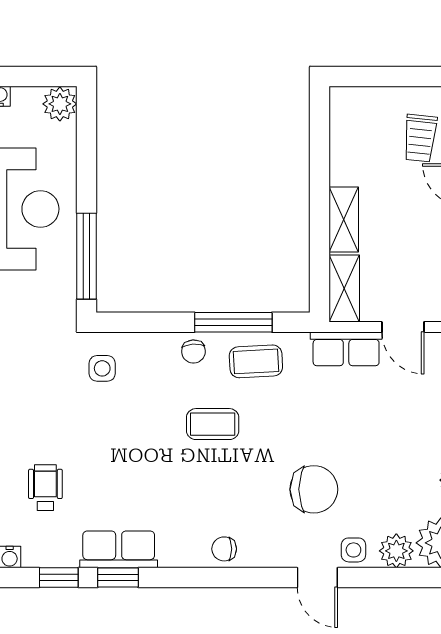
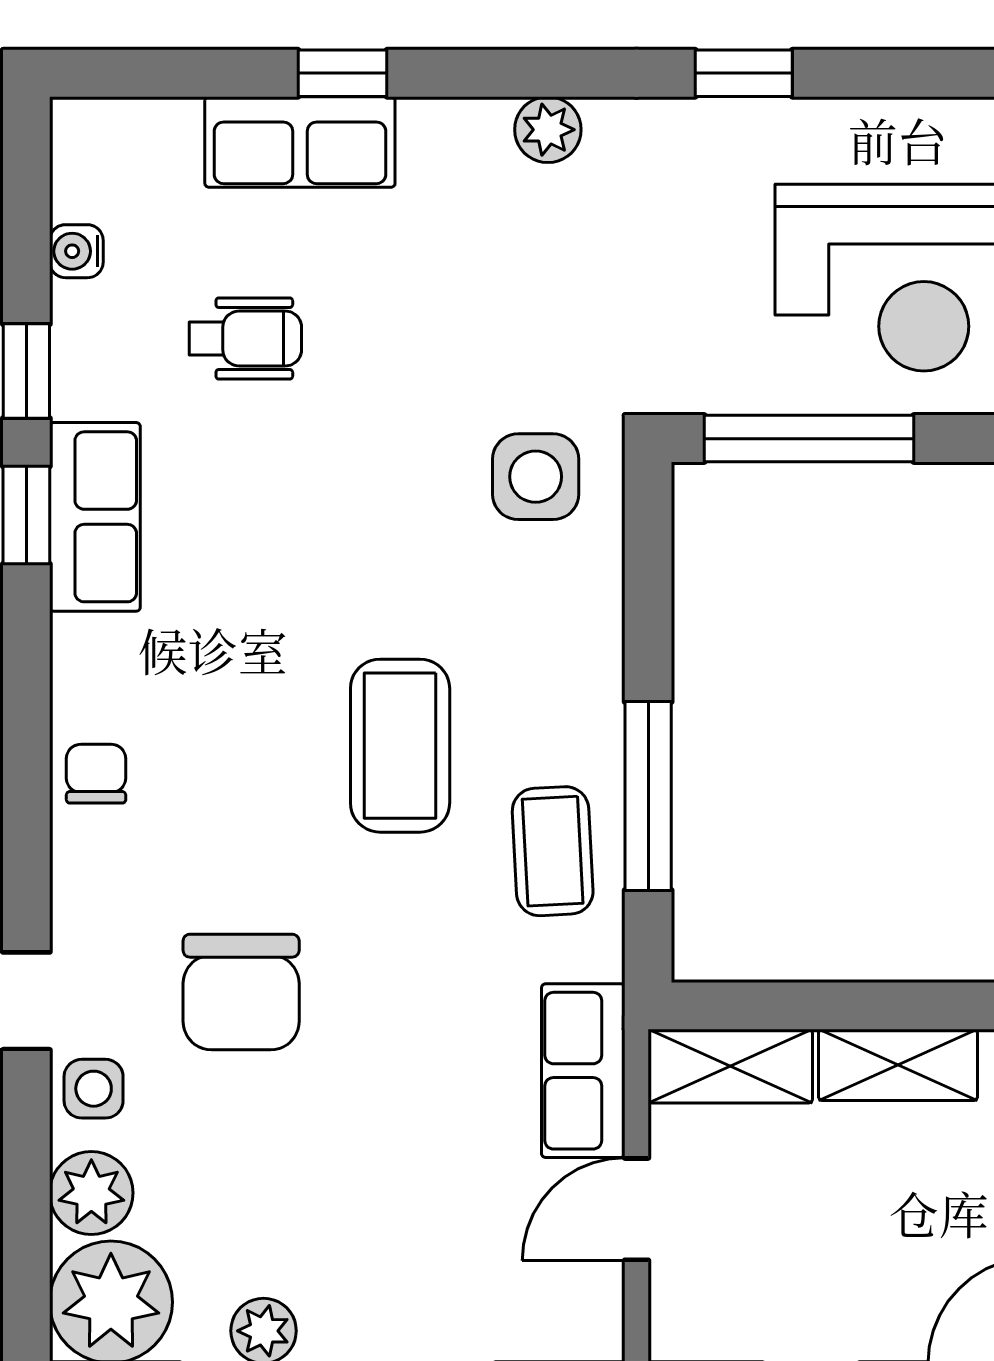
chair: (193, 352) -> (577, 699), removed
side table: (102, 368) -> (536, 477), width x1.37, depth x1.37
coffee table: (213, 424) -> (400, 746), width x1.36, depth x1.30

